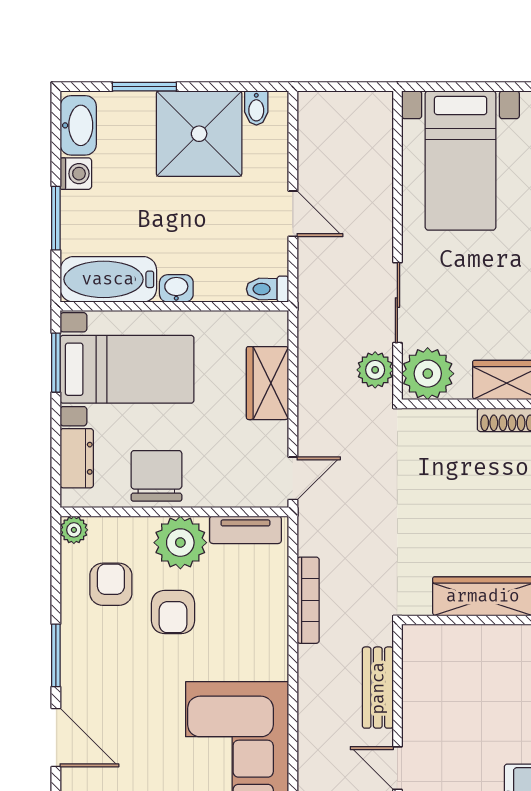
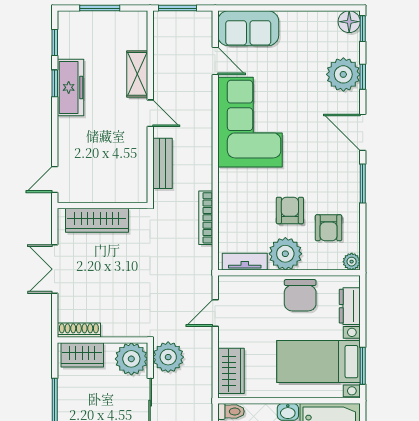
plant: (375, 370) -> (168, 357), width x1.36, depth x1.36
wardrobe: (268, 383) -> (231, 371), moved
door: (293, 478) -> (215, 313), moved

